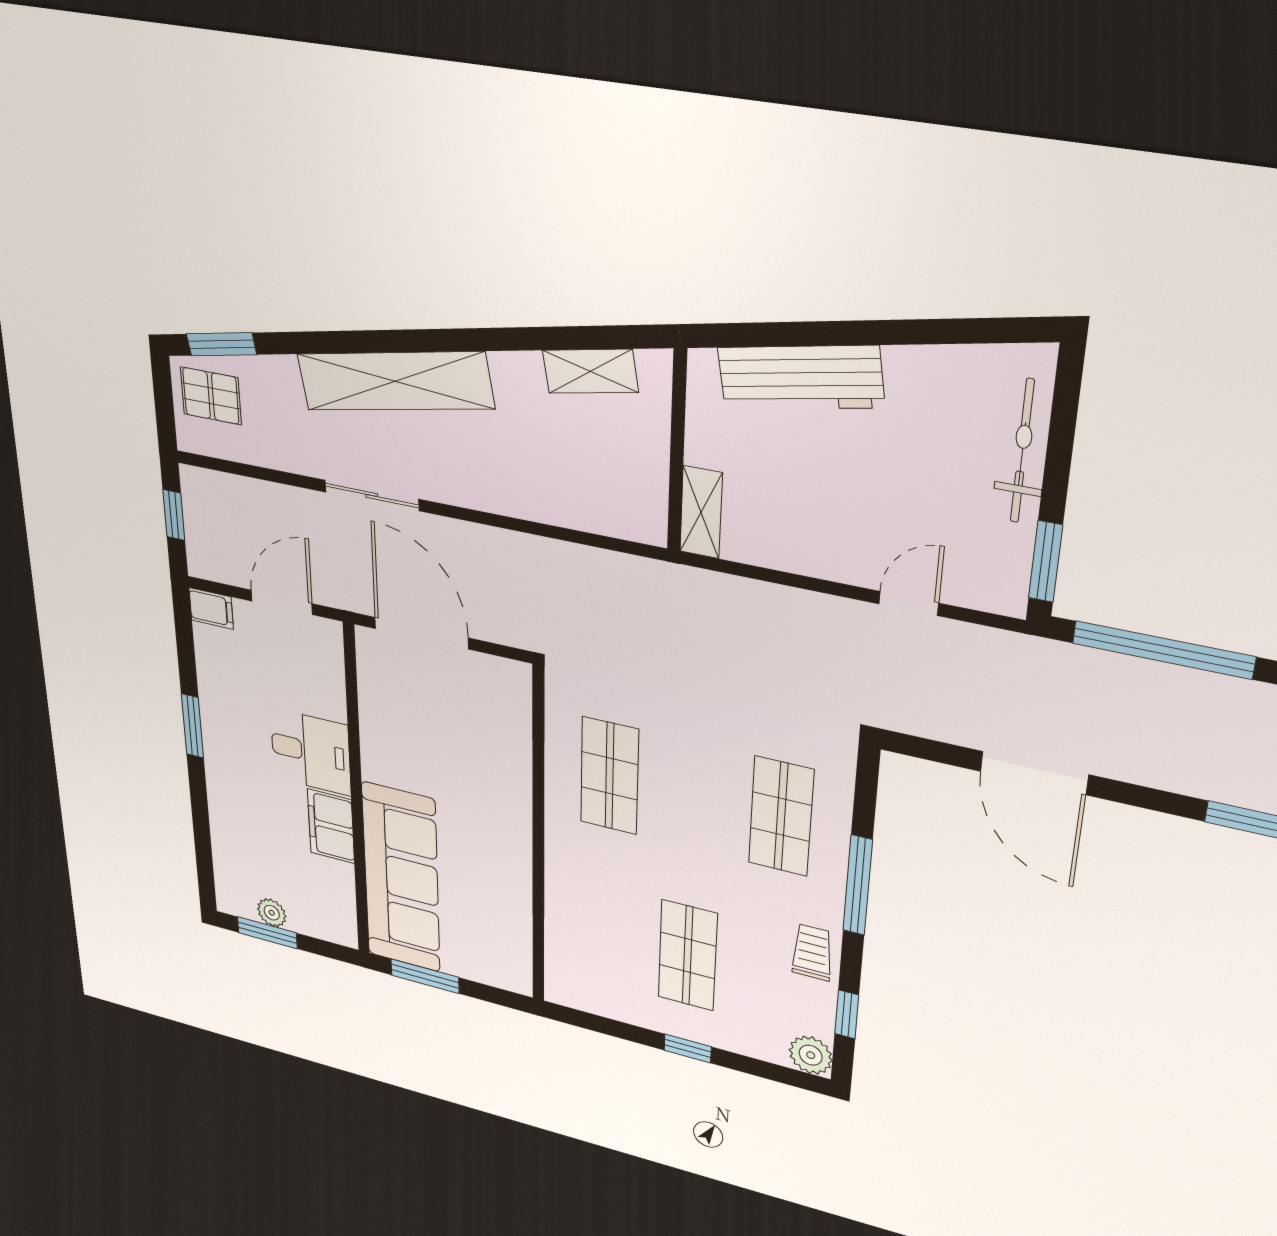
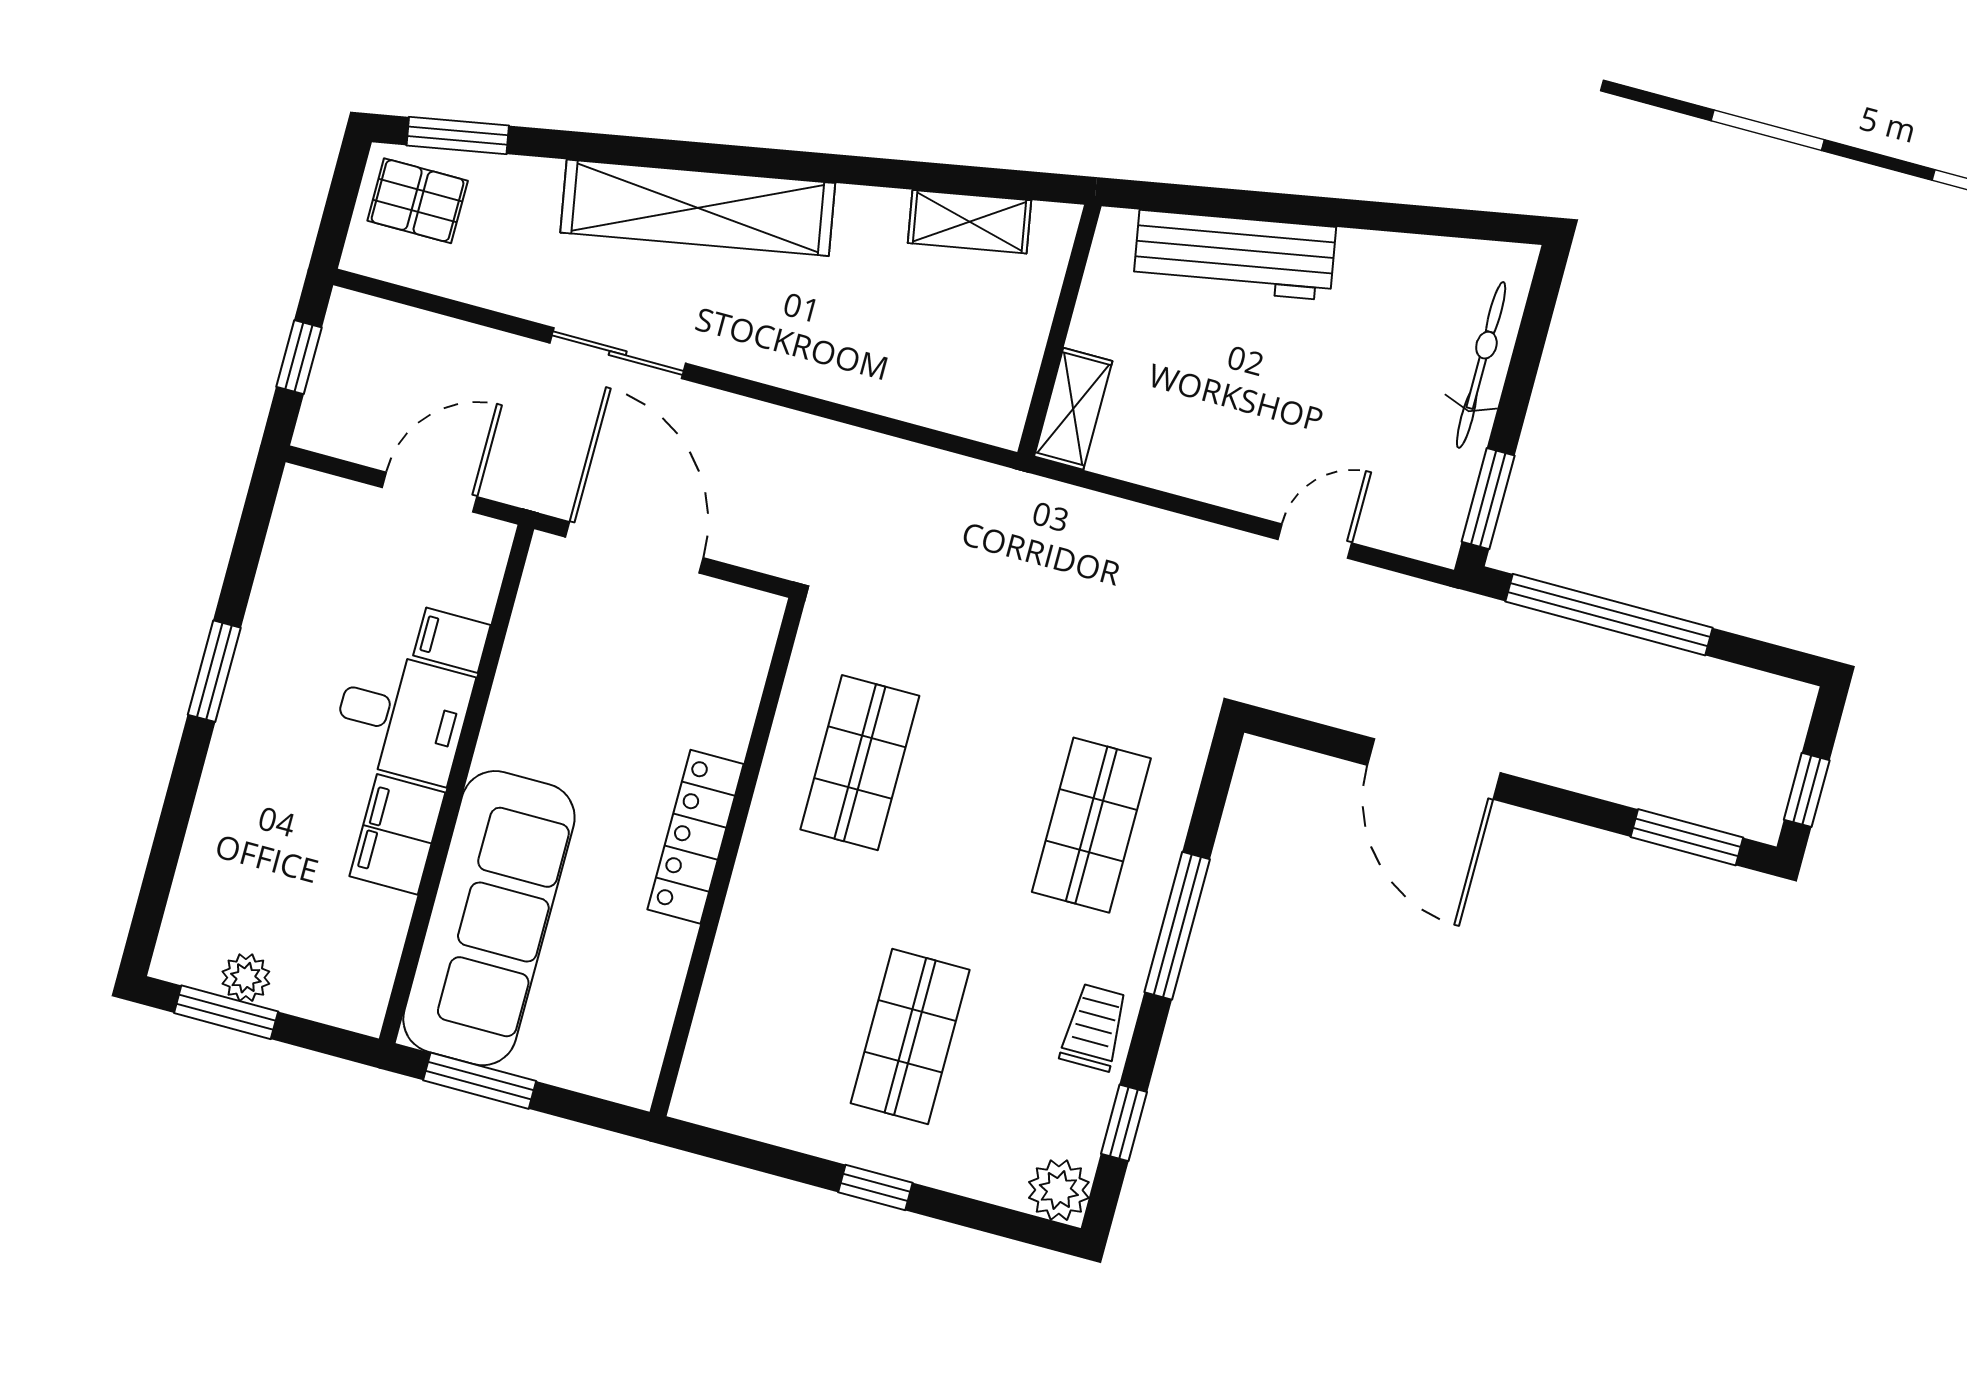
filing cabinet: (211, 608) -> (452, 640), moved, turned 180
locker: (514, 826) -> (695, 837), added

